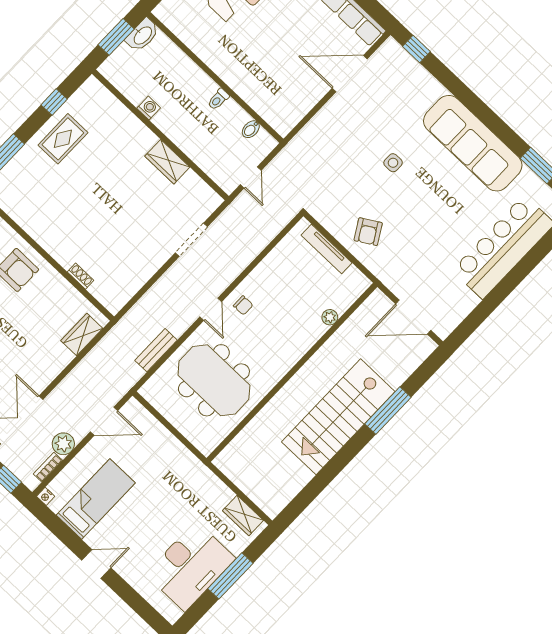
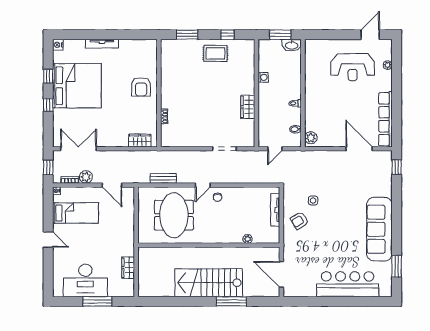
plant: (279, 120) -> (311, 138), added
side table: (393, 163) -> (313, 201), moved
wardrobe: (243, 516) -> (128, 268), moved

